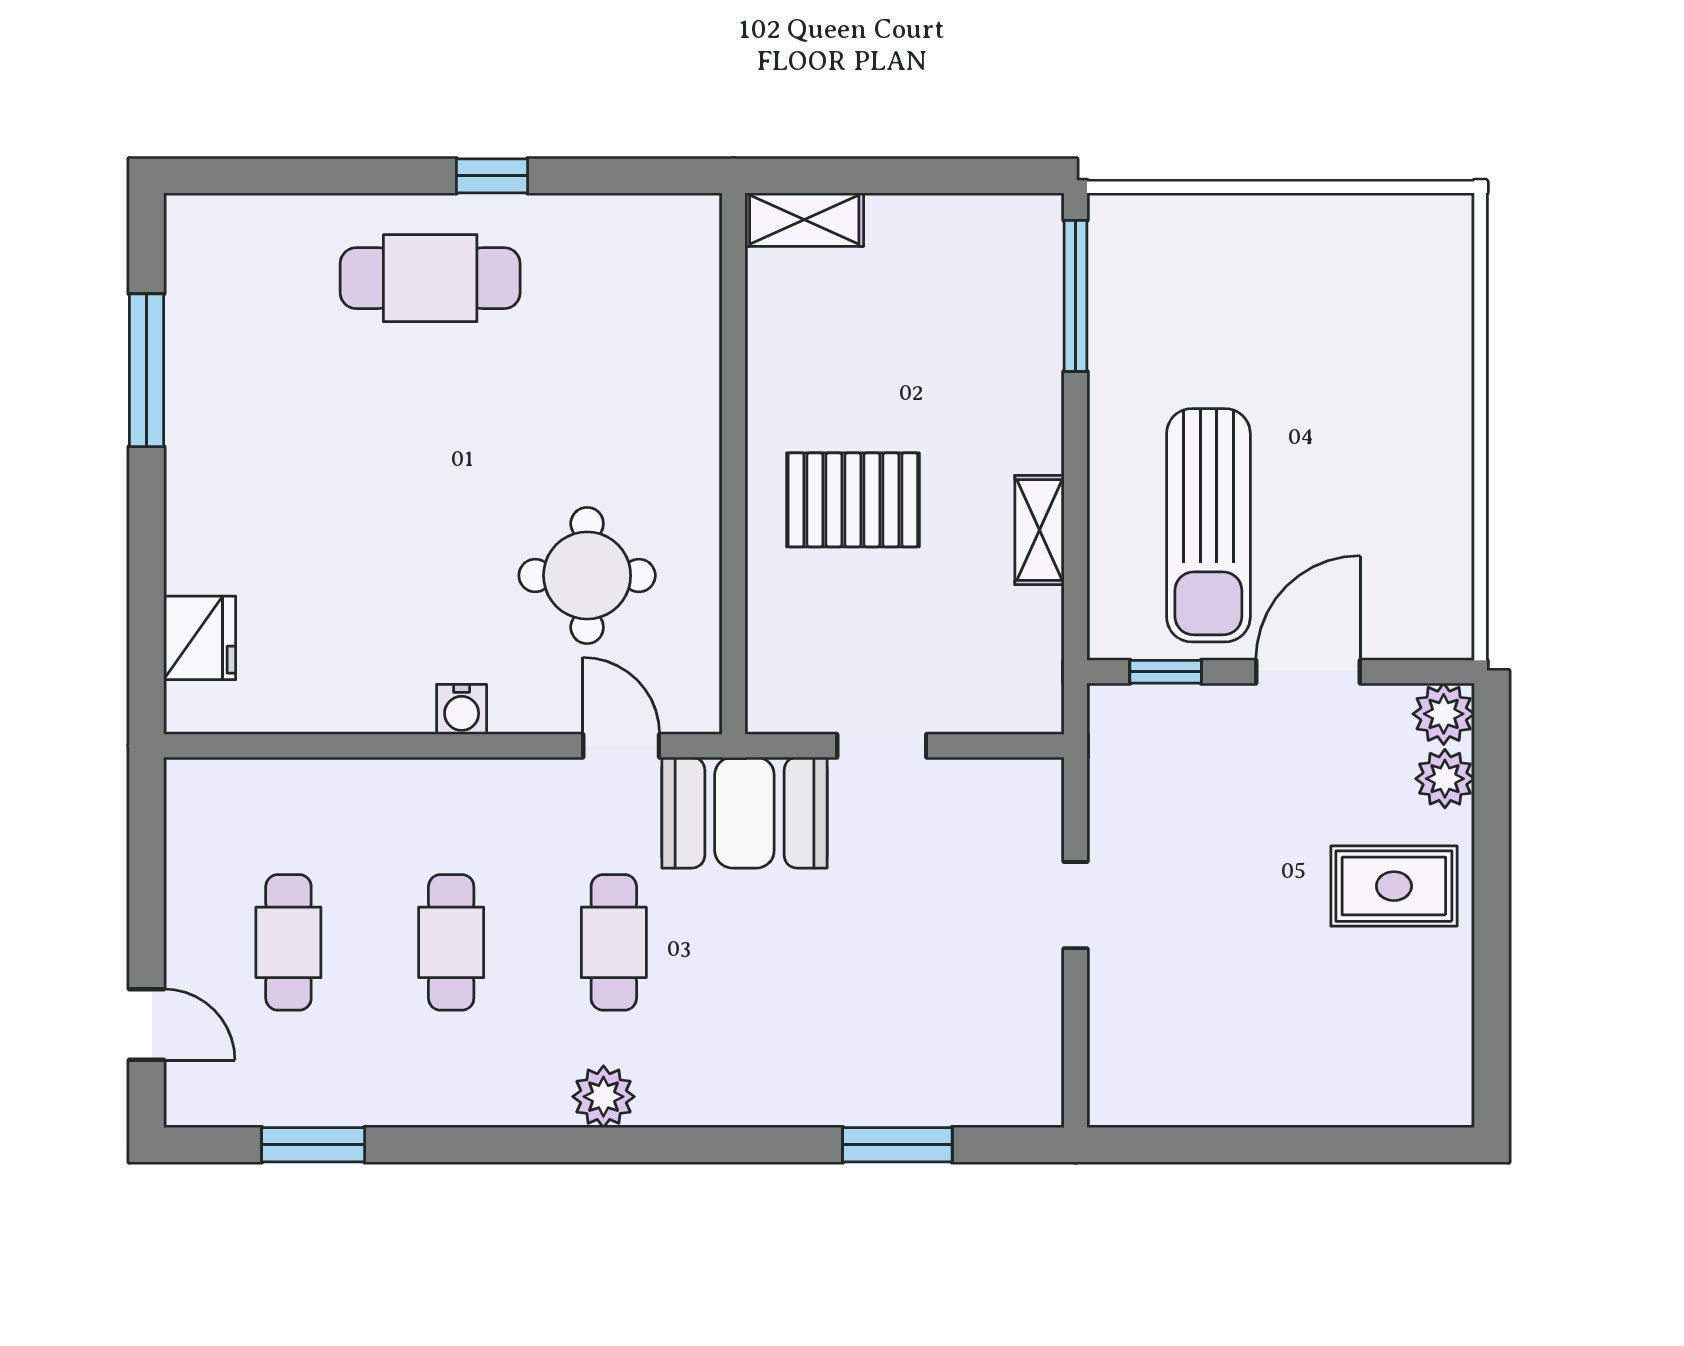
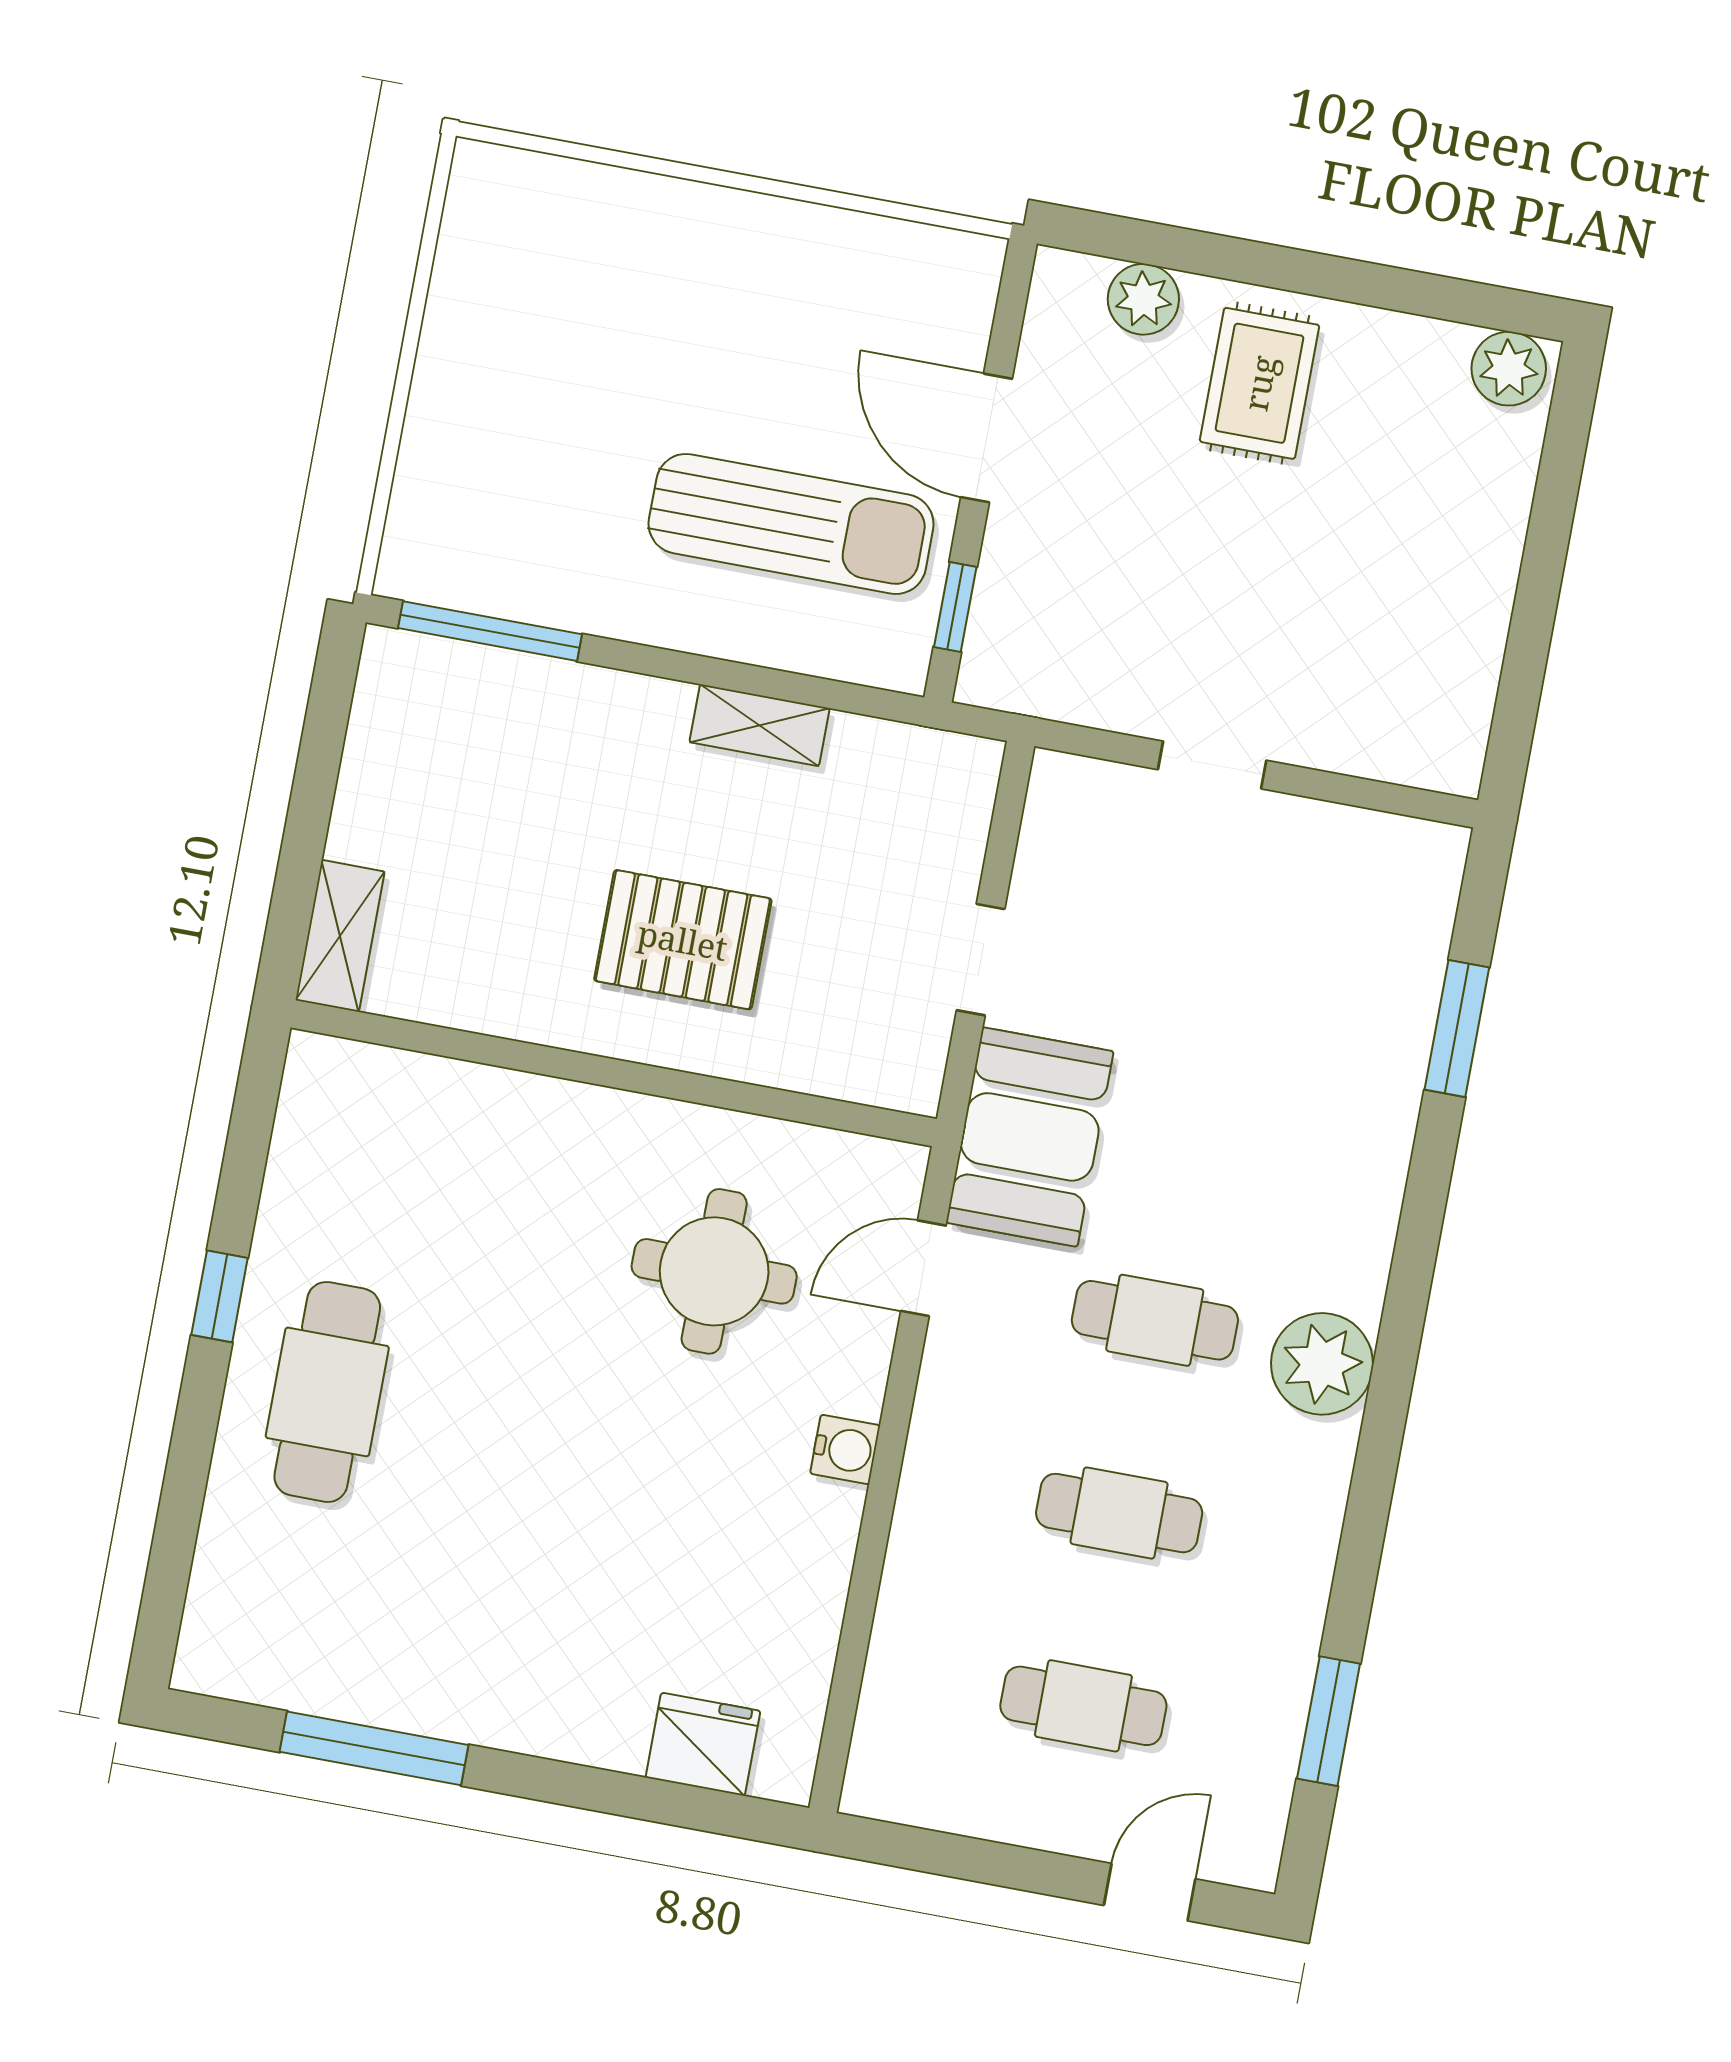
pallet: (853, 500) -> (683, 940), turned 90
plant: (1444, 714) -> (1509, 369), moved
plant: (603, 1097) -> (1322, 1364), width x1.36, depth x1.36

